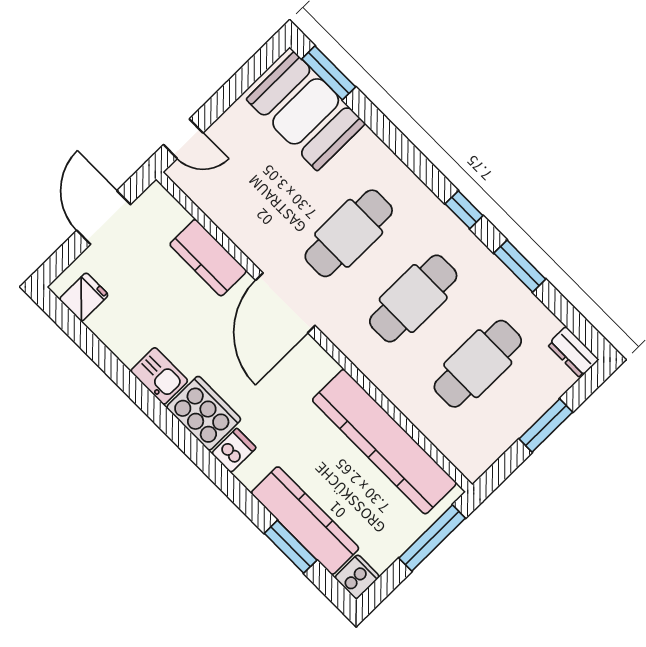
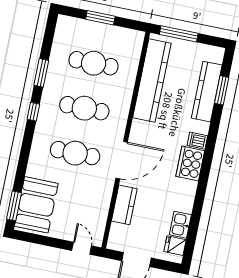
dresser: (573, 352) -> (62, 27), removed
kitchen sink: (159, 376) -> (180, 225), moved
cooker: (357, 577) -> (216, 54), removed

